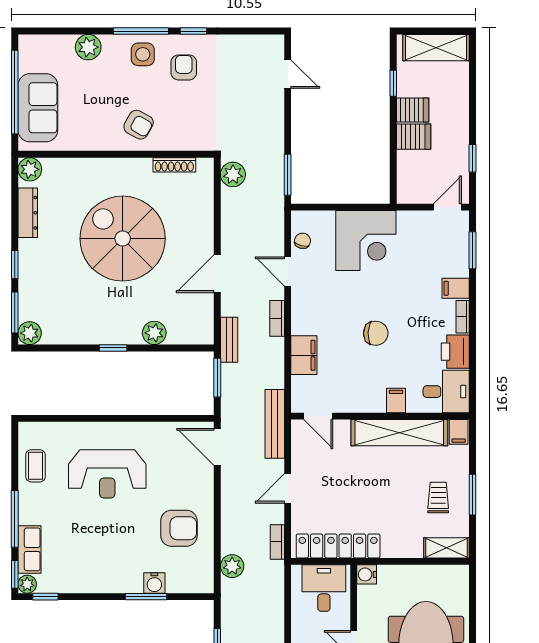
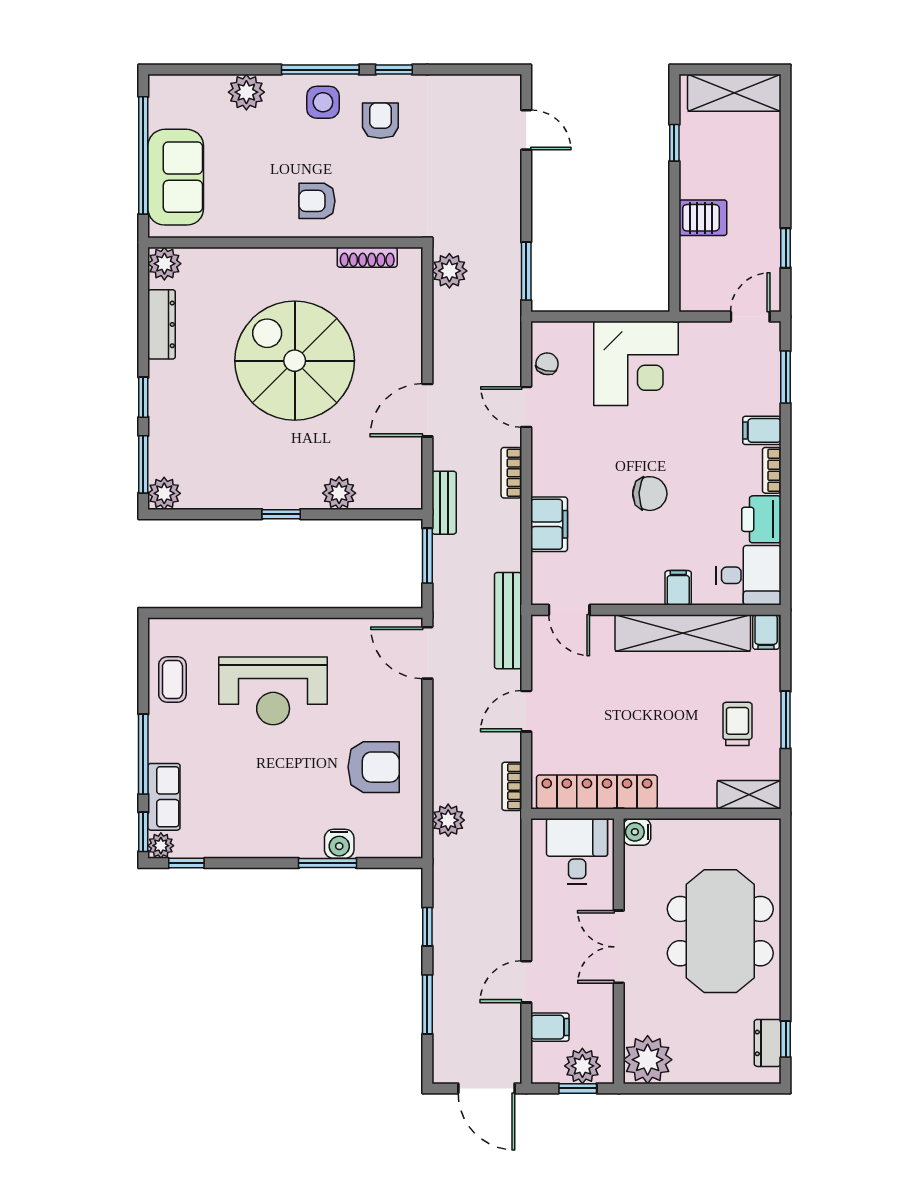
server rack: (413, 110) -> (701, 180), removed
armchair: (139, 125) -> (317, 201), turned 151

